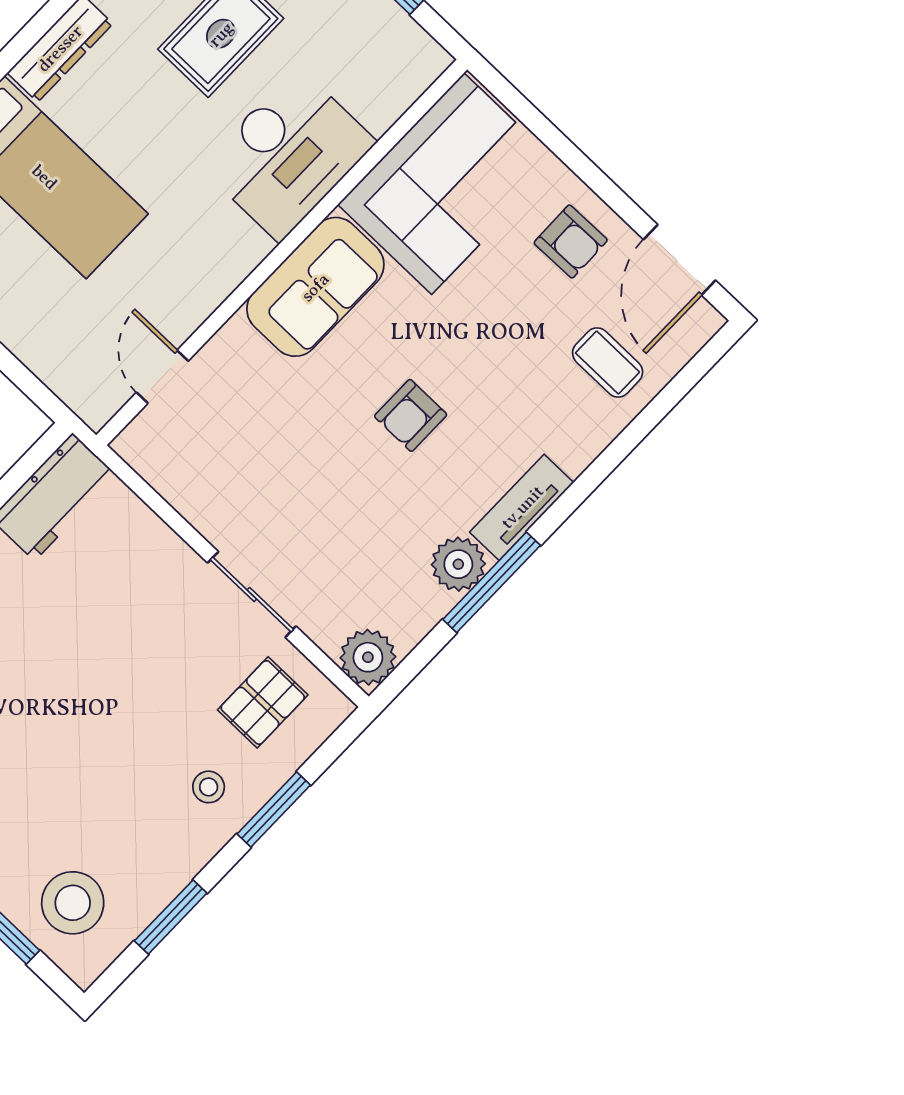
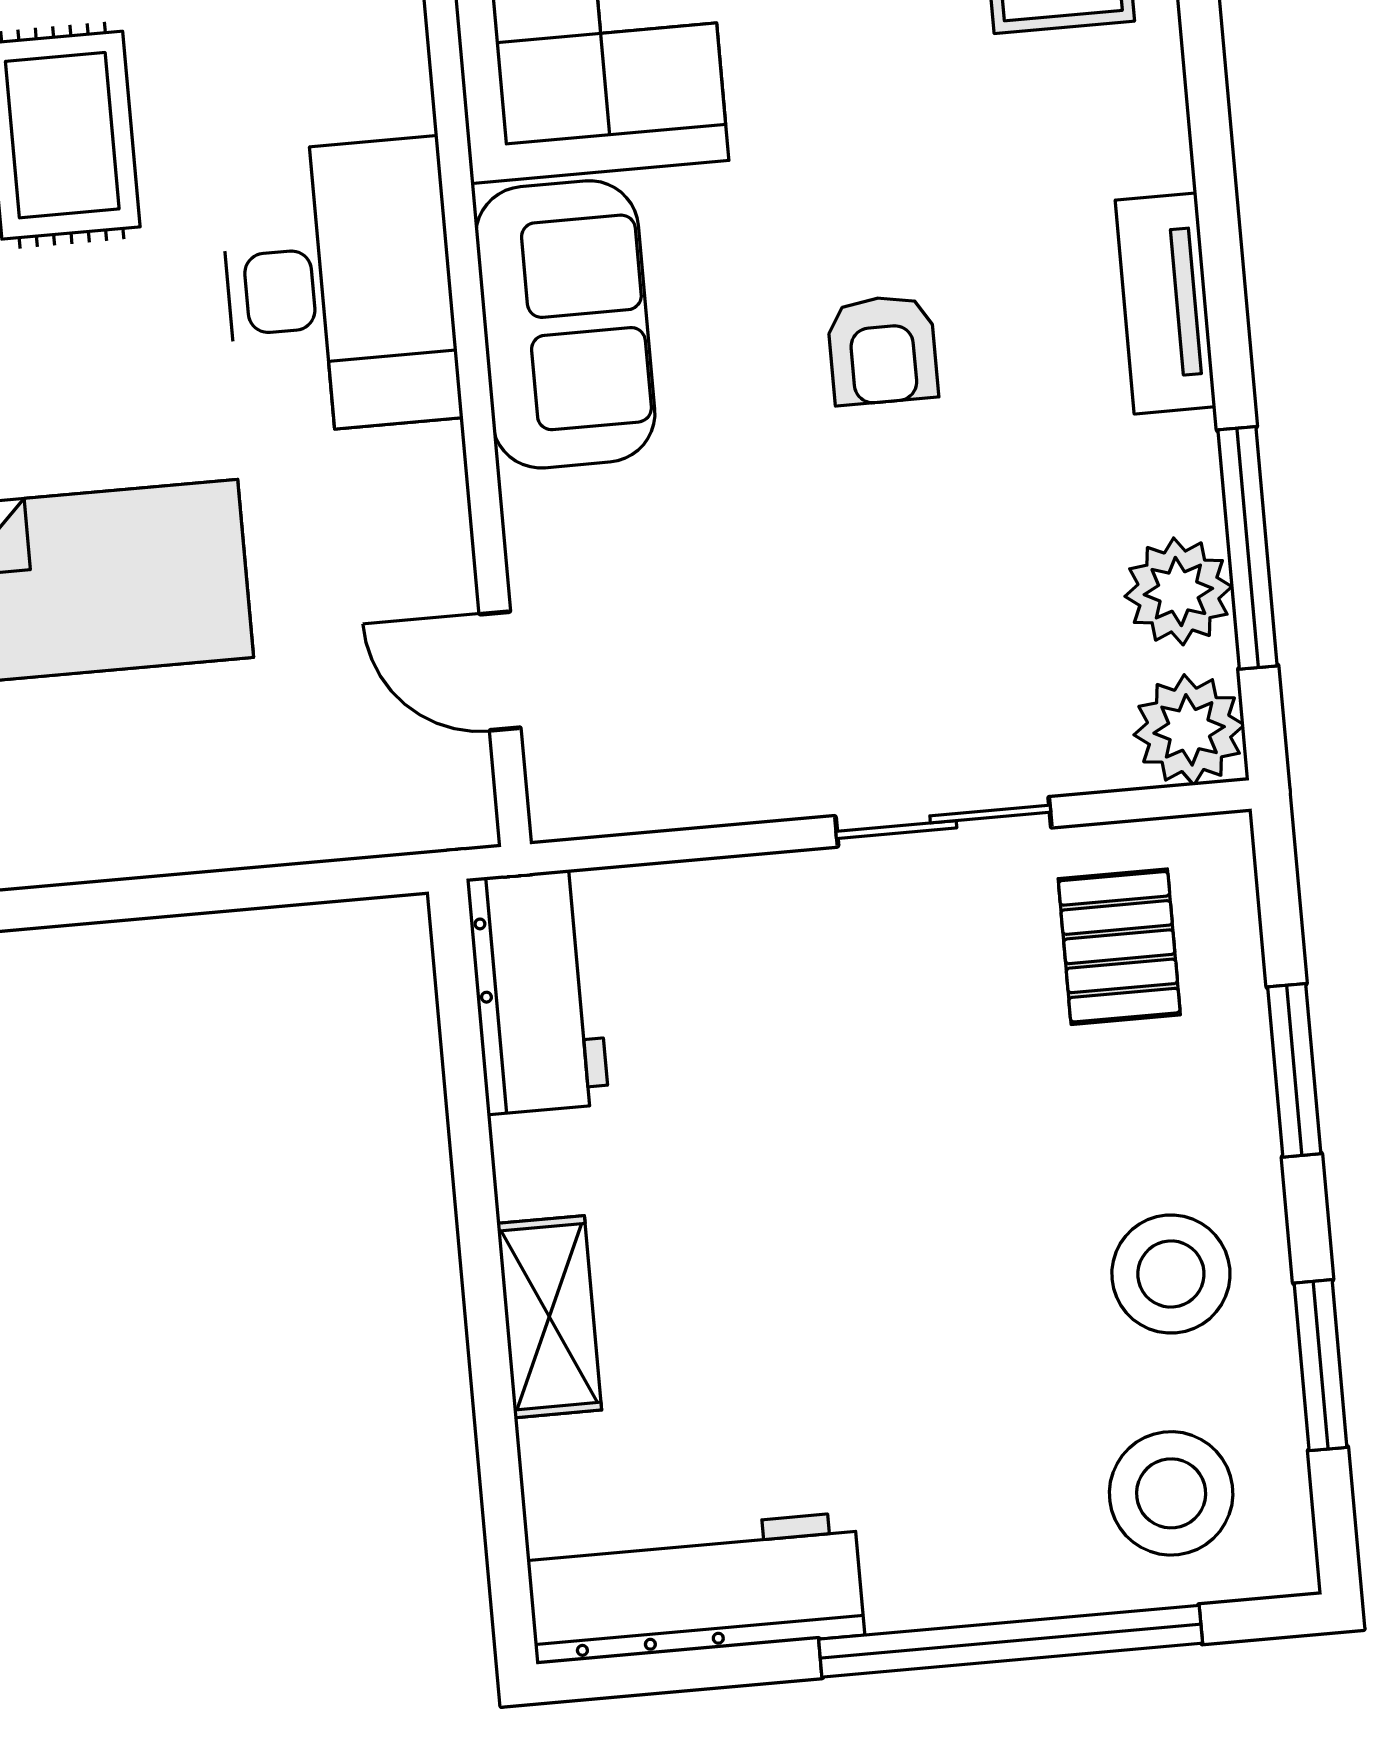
desk: (288, 154) -> (340, 286), moved
plant: (458, 564) -> (1178, 591), moved
window: (492, 582) -> (1248, 548), moved
stool: (209, 787) -> (1171, 1274), moved, width x1.89, depth x1.89

